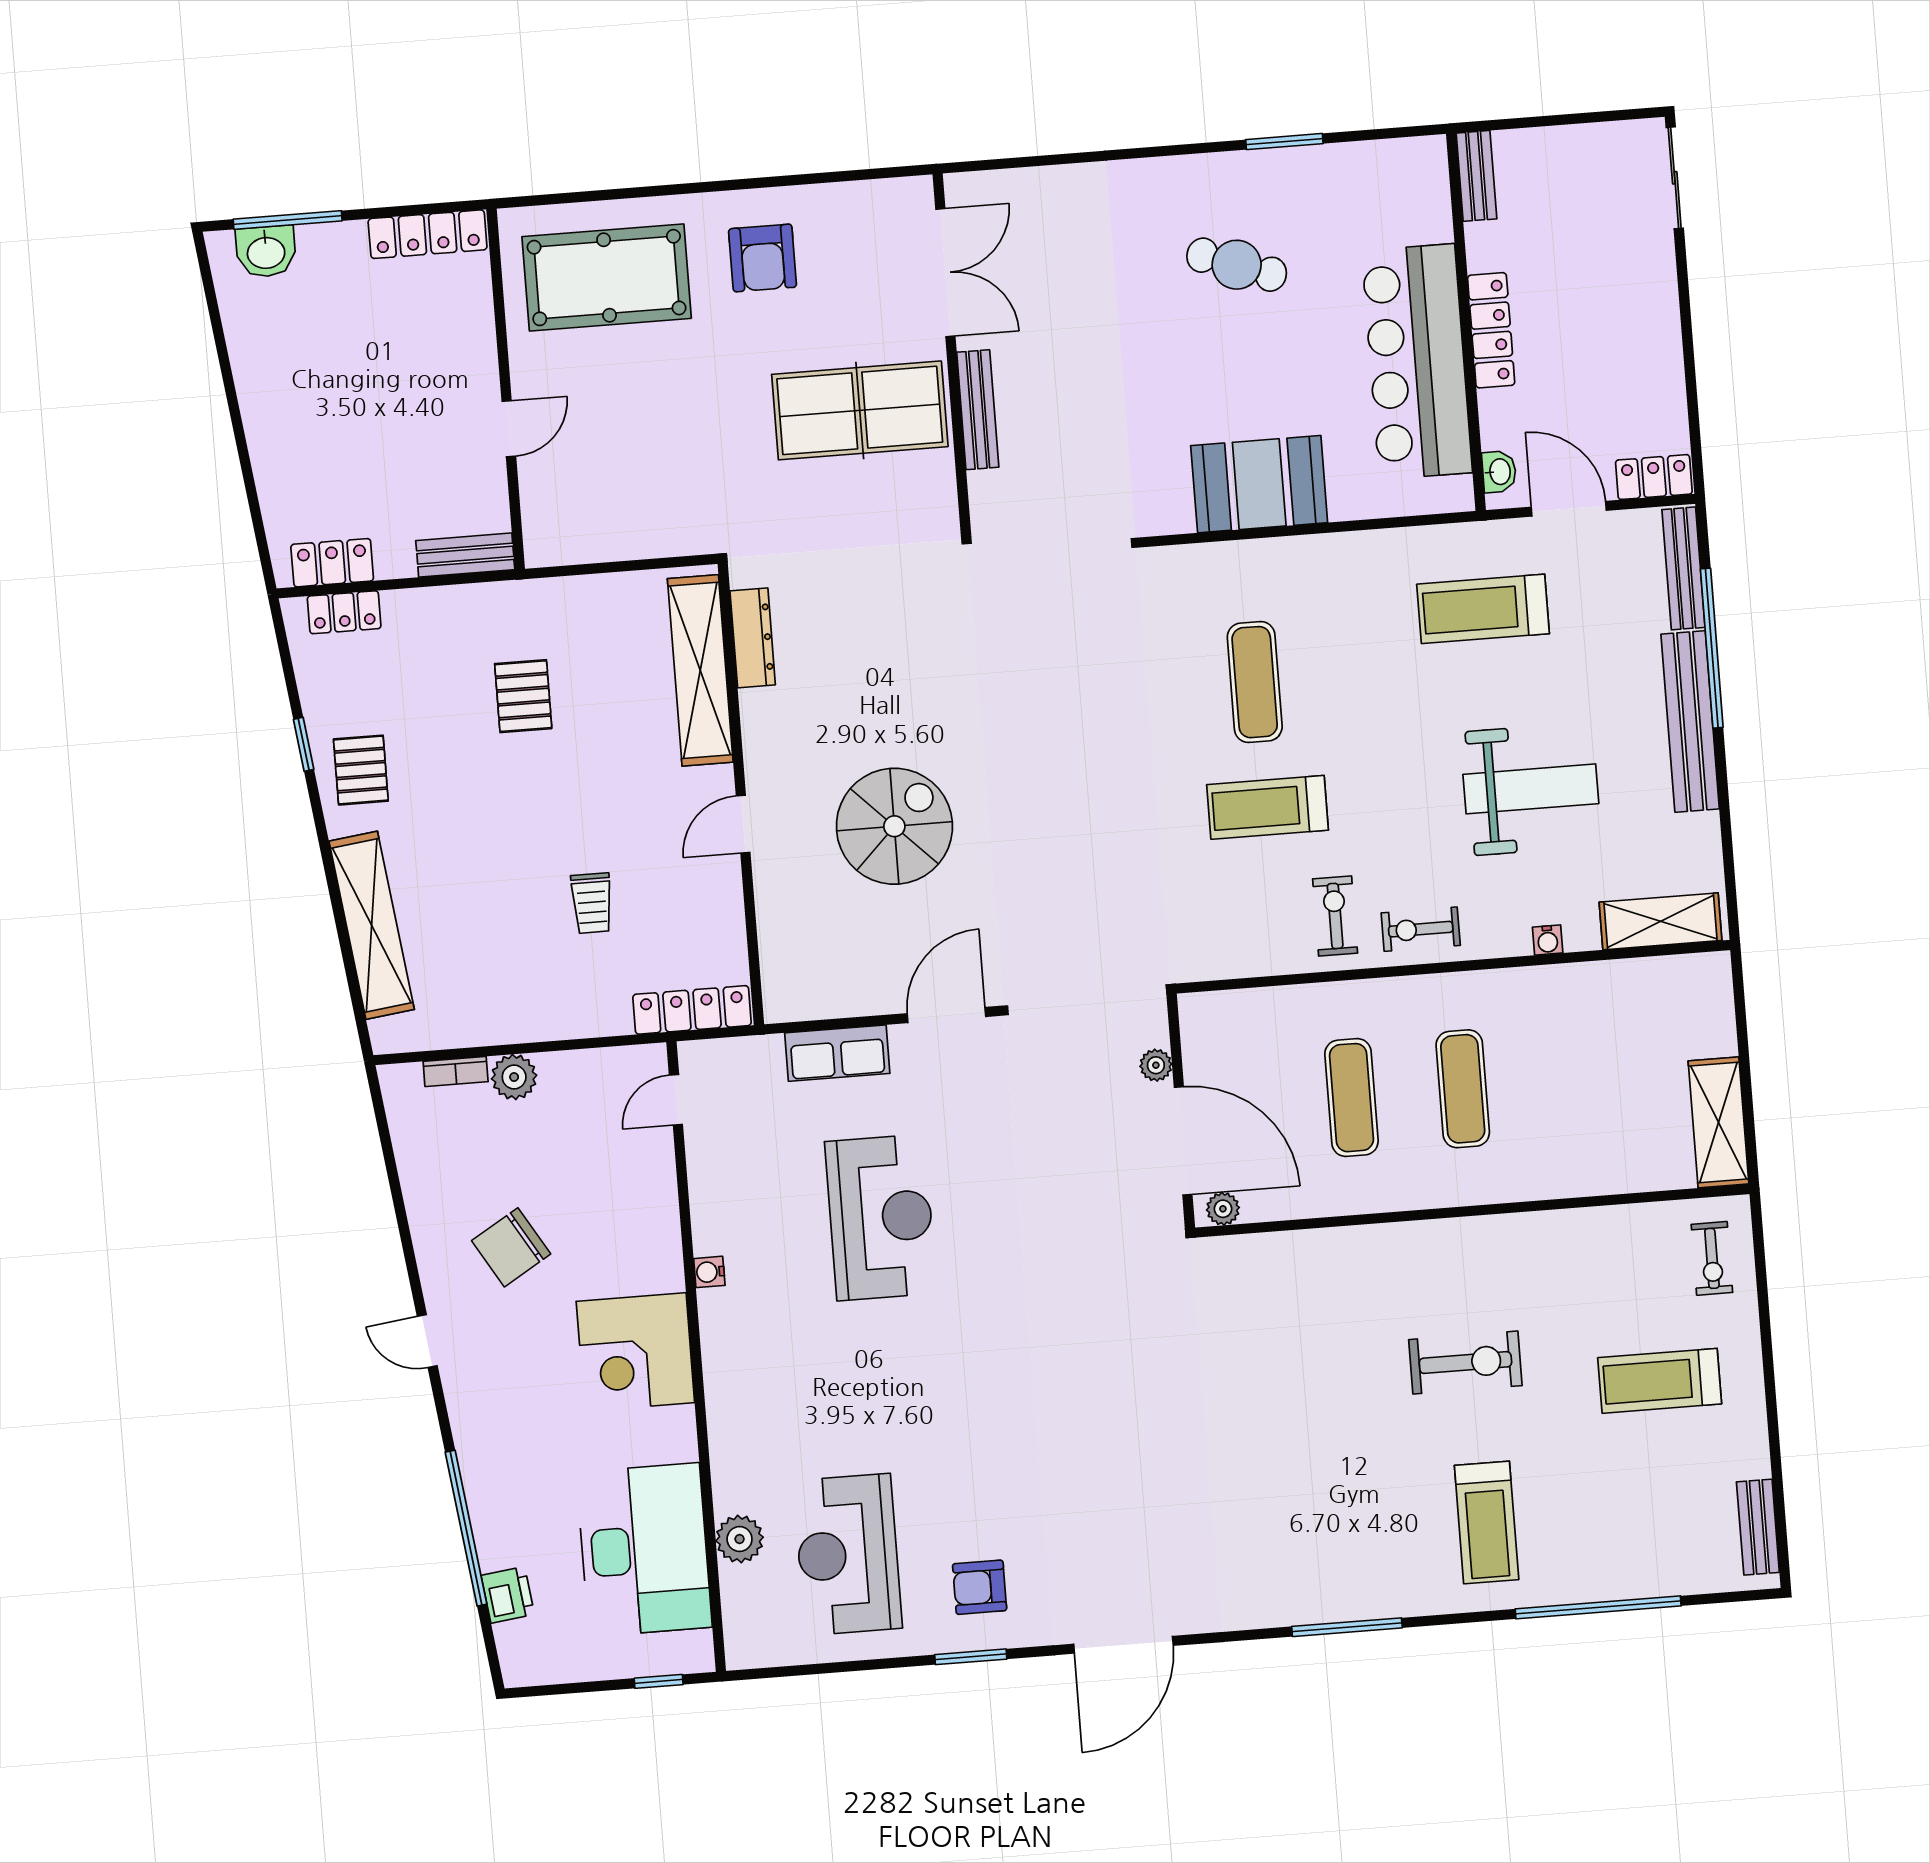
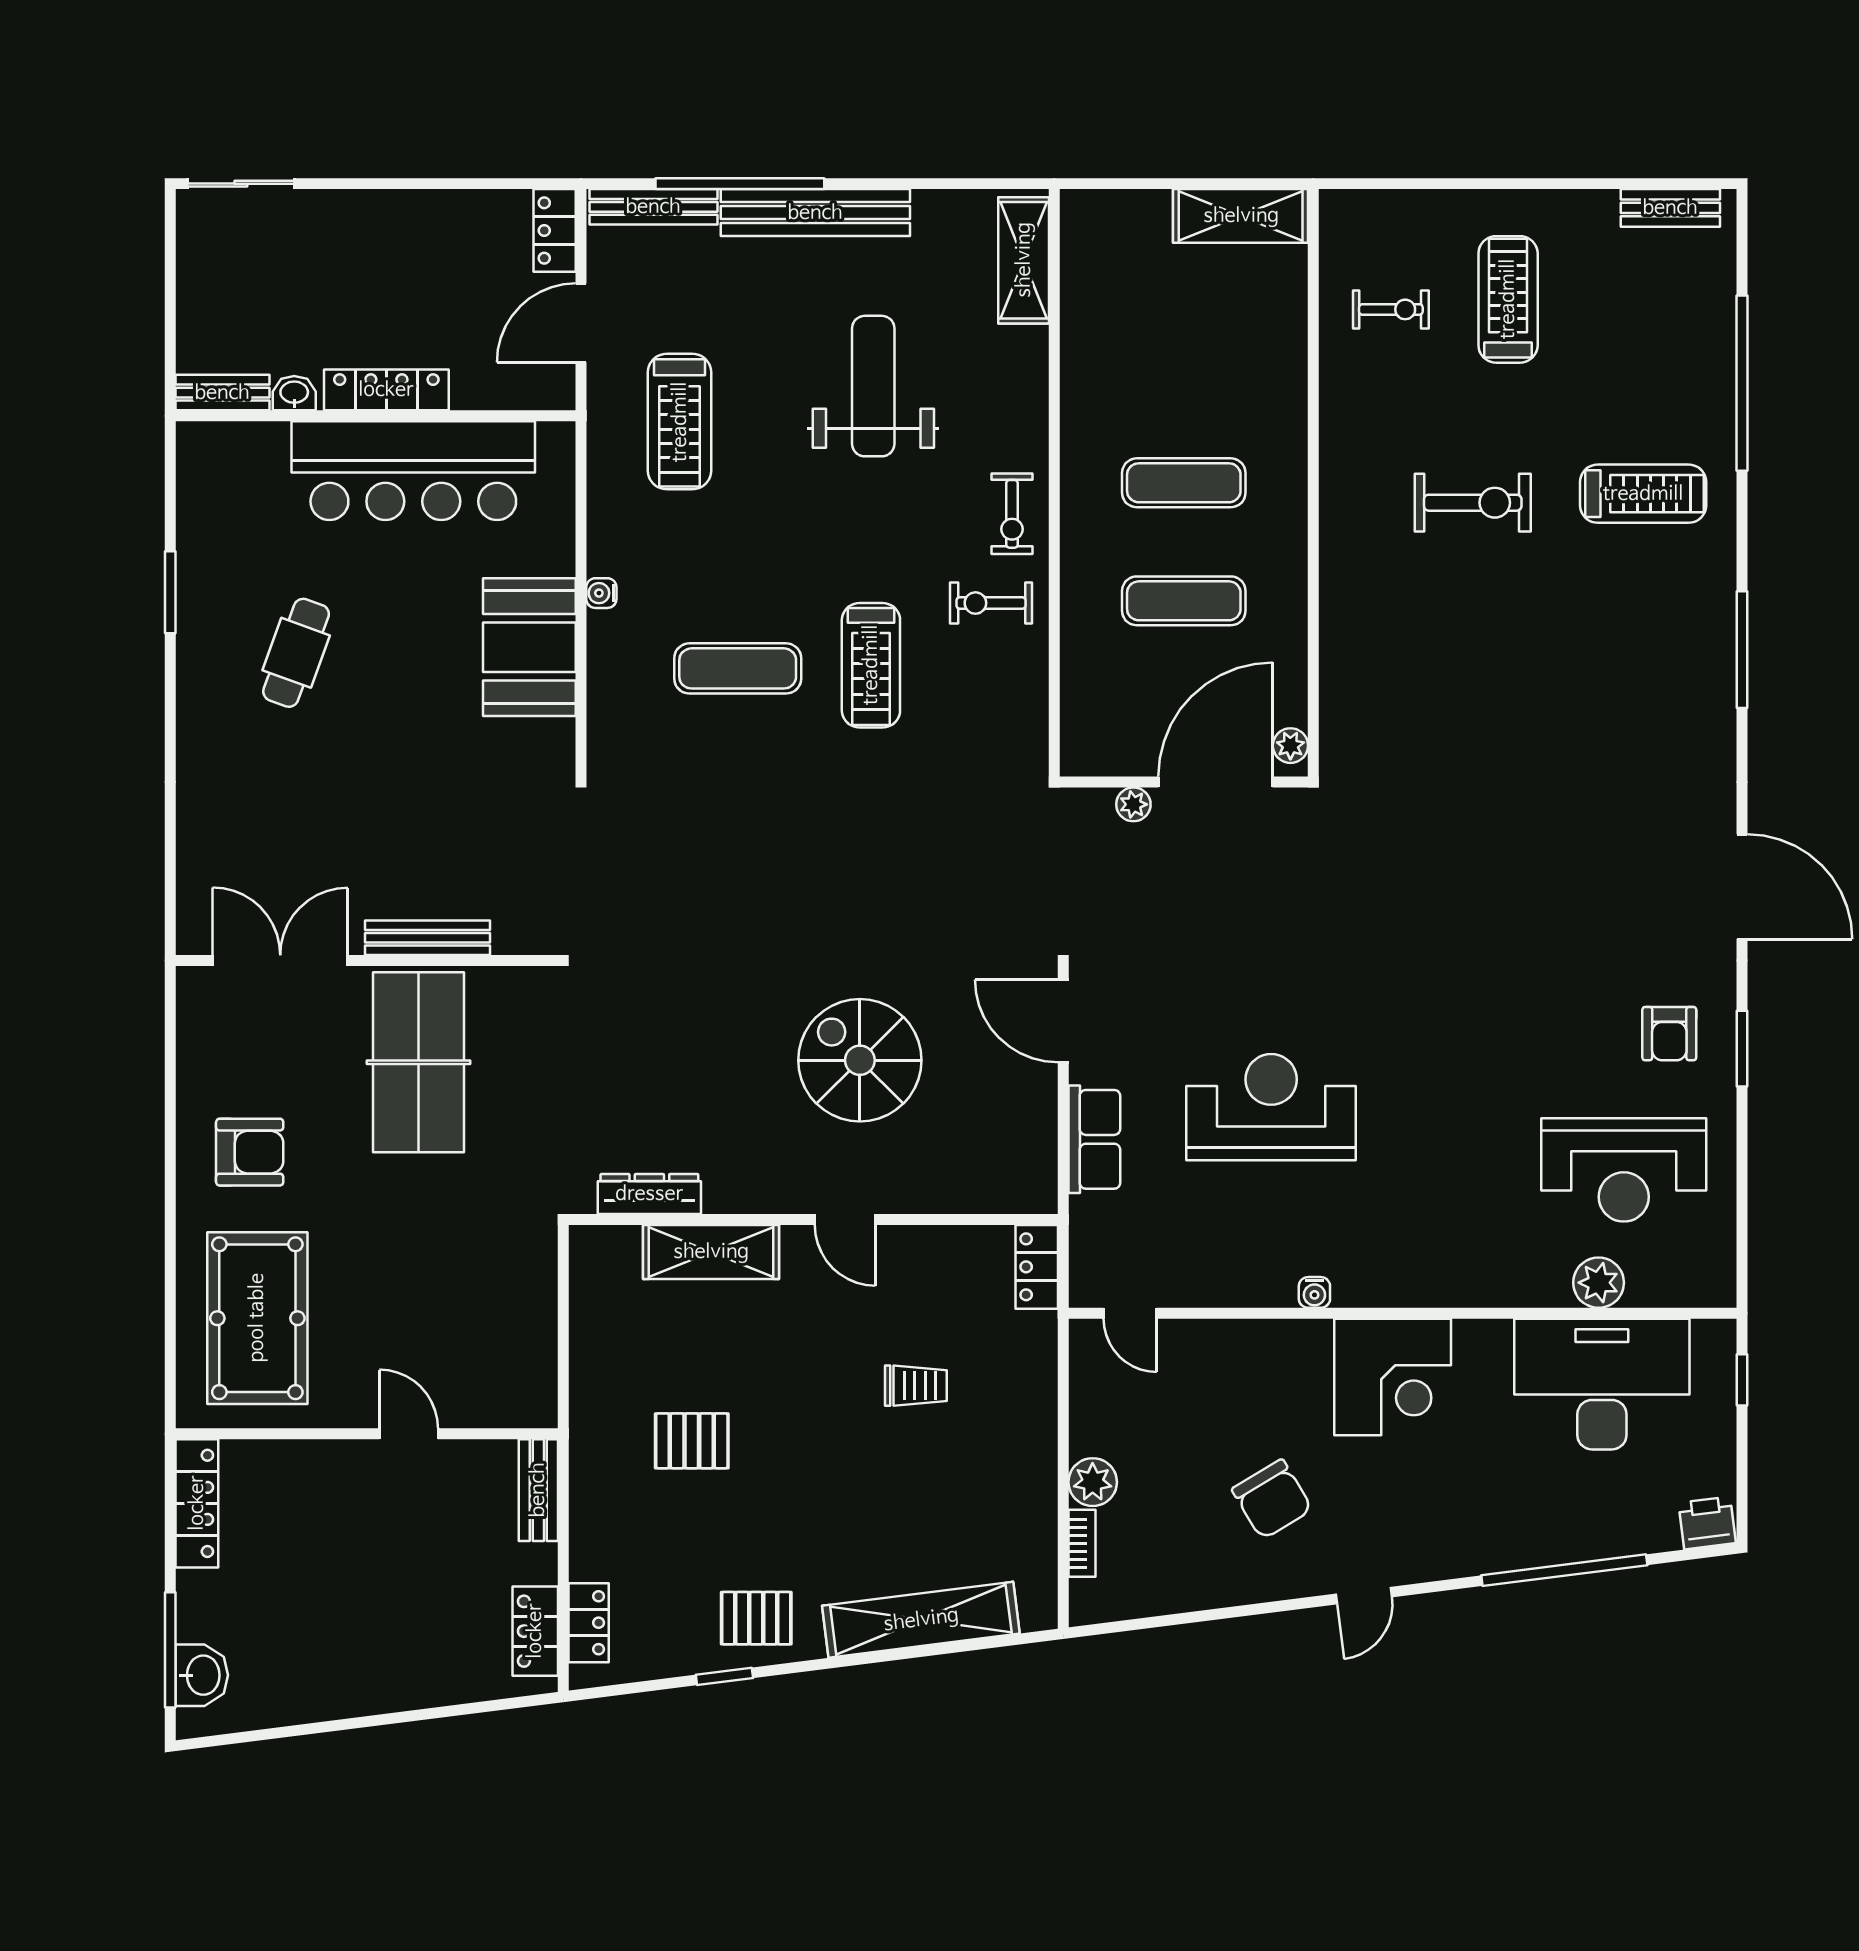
washbasin: (1499, 472) -> (294, 393), moved
shelving: (700, 670) -> (711, 1252), width x0.68
water cooler: (1548, 940) -> (601, 593), moved, turned 180
locker: (692, 1010) -> (1037, 1267), width x0.66
exercise bike: (1712, 1258) -> (1391, 309), moved
exercise bike: (1465, 1363) -> (1473, 503), turned 90
treadmill: (1660, 1381) -> (1508, 299), turned 180
printer: (508, 1595) -> (1707, 1523), moved

